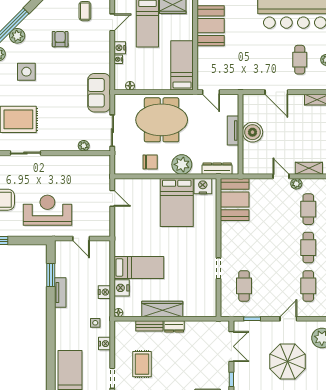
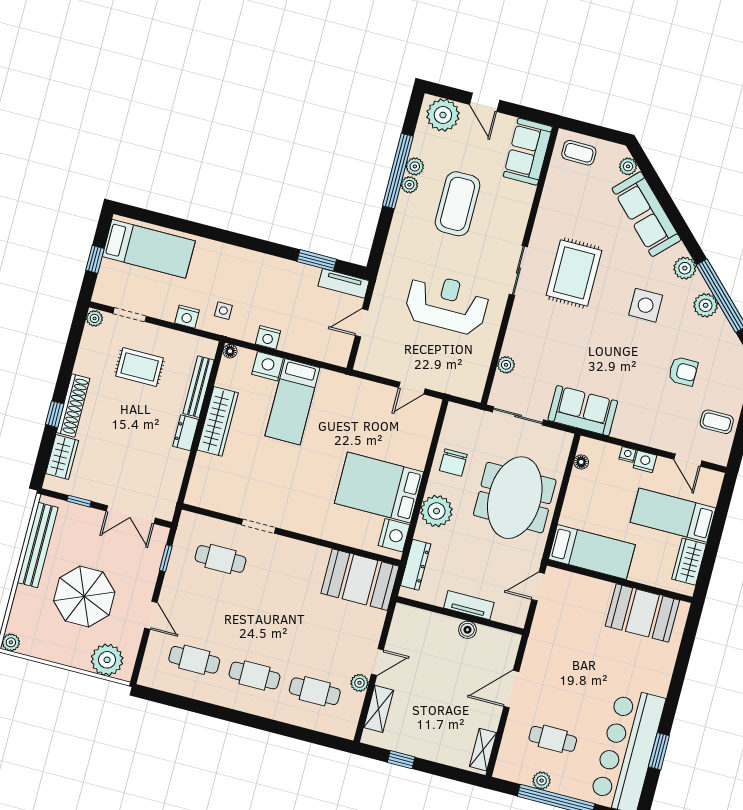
boiler: (252, 132) -> (467, 630), width x0.54, depth x0.54
reception desk: (47, 210) -> (447, 304), moved, turned -90
tv unit: (60, 293) -> (344, 283), moved
bench: (149, 326) -> (198, 387), width x1.36

